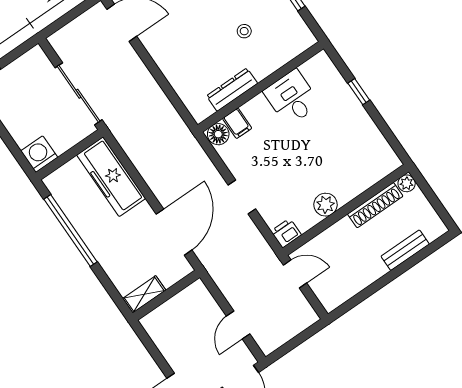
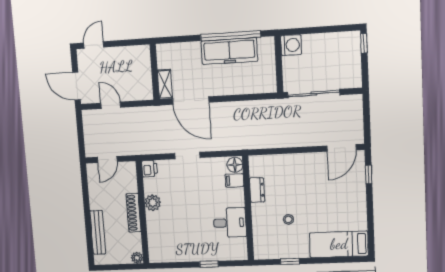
dresser: (232, 90) -> (257, 190), width x0.70
freezer: (111, 177) -> (229, 51), moved, turned 180
shoe rack: (375, 205) -> (134, 213), moved
bench: (405, 250) -> (98, 232), width x1.36
door: (295, 274) -> (107, 159), moved
shelving: (144, 294) -> (165, 84), moved

